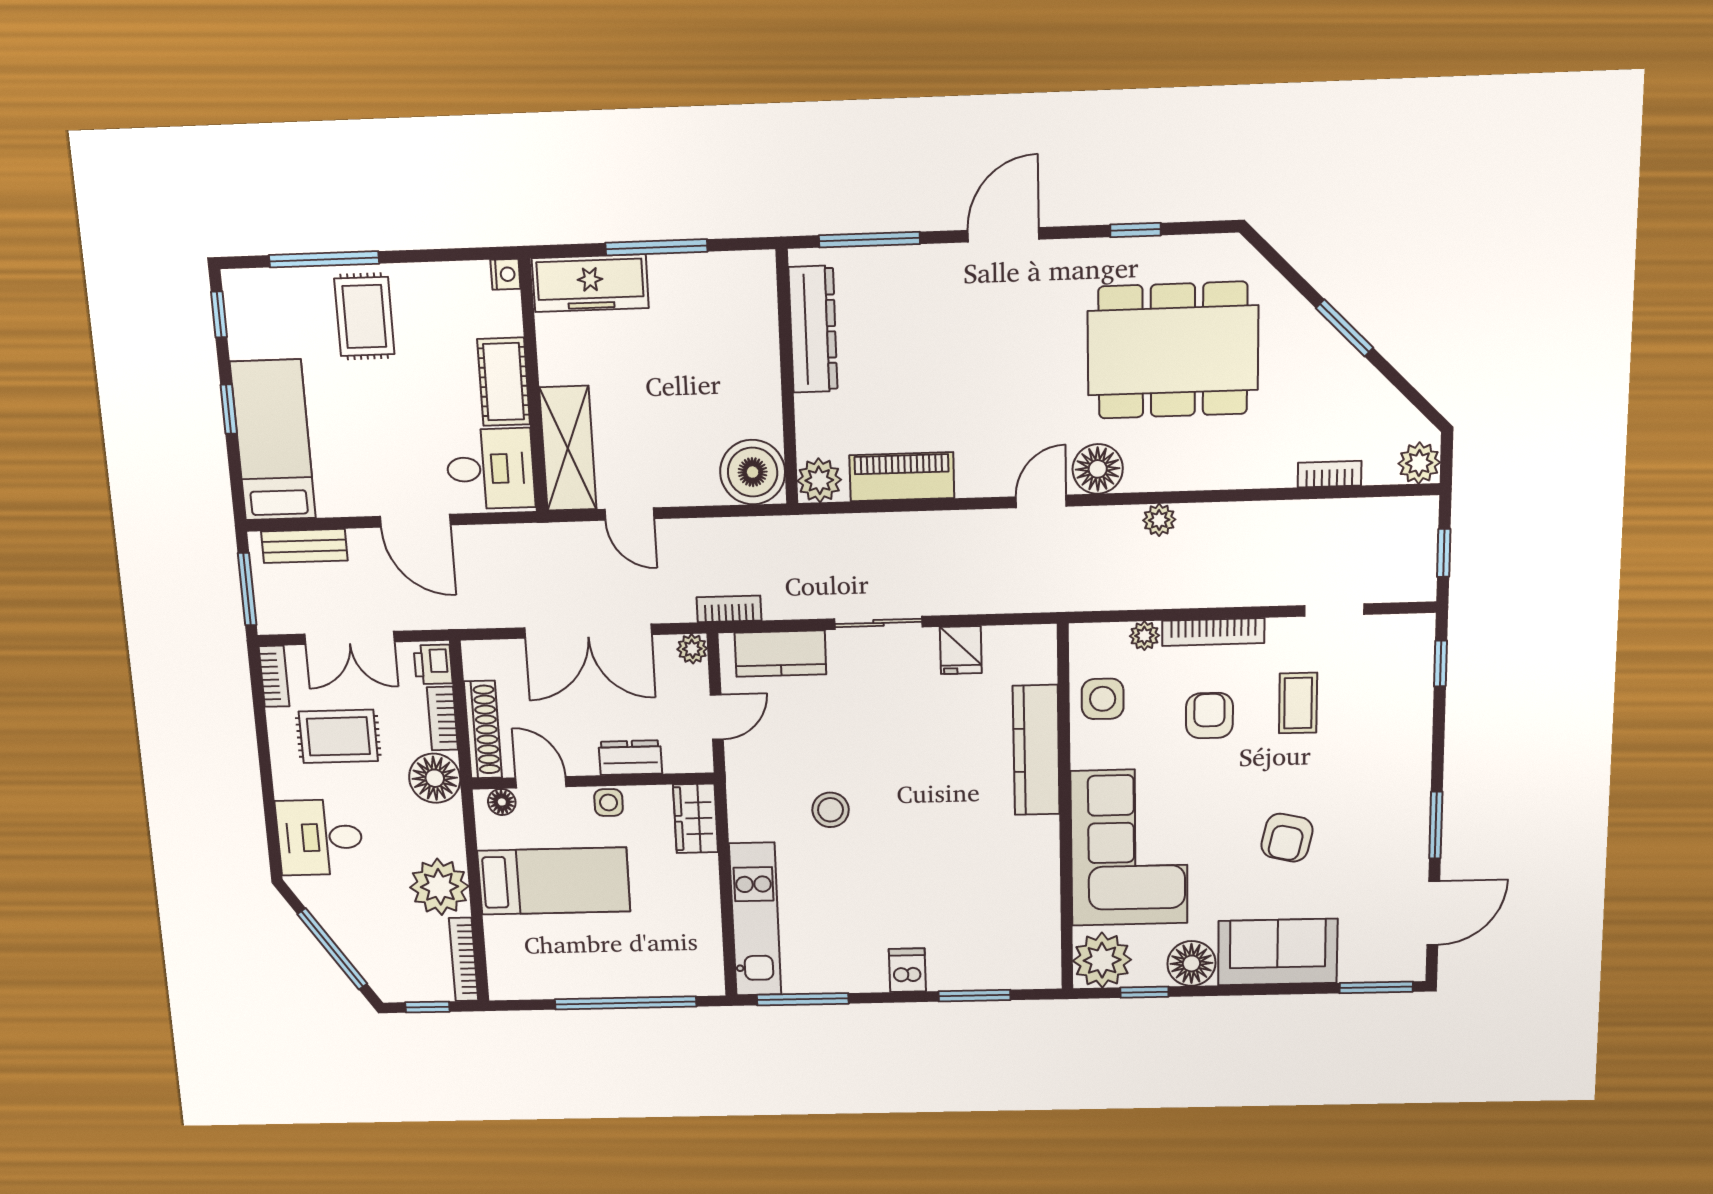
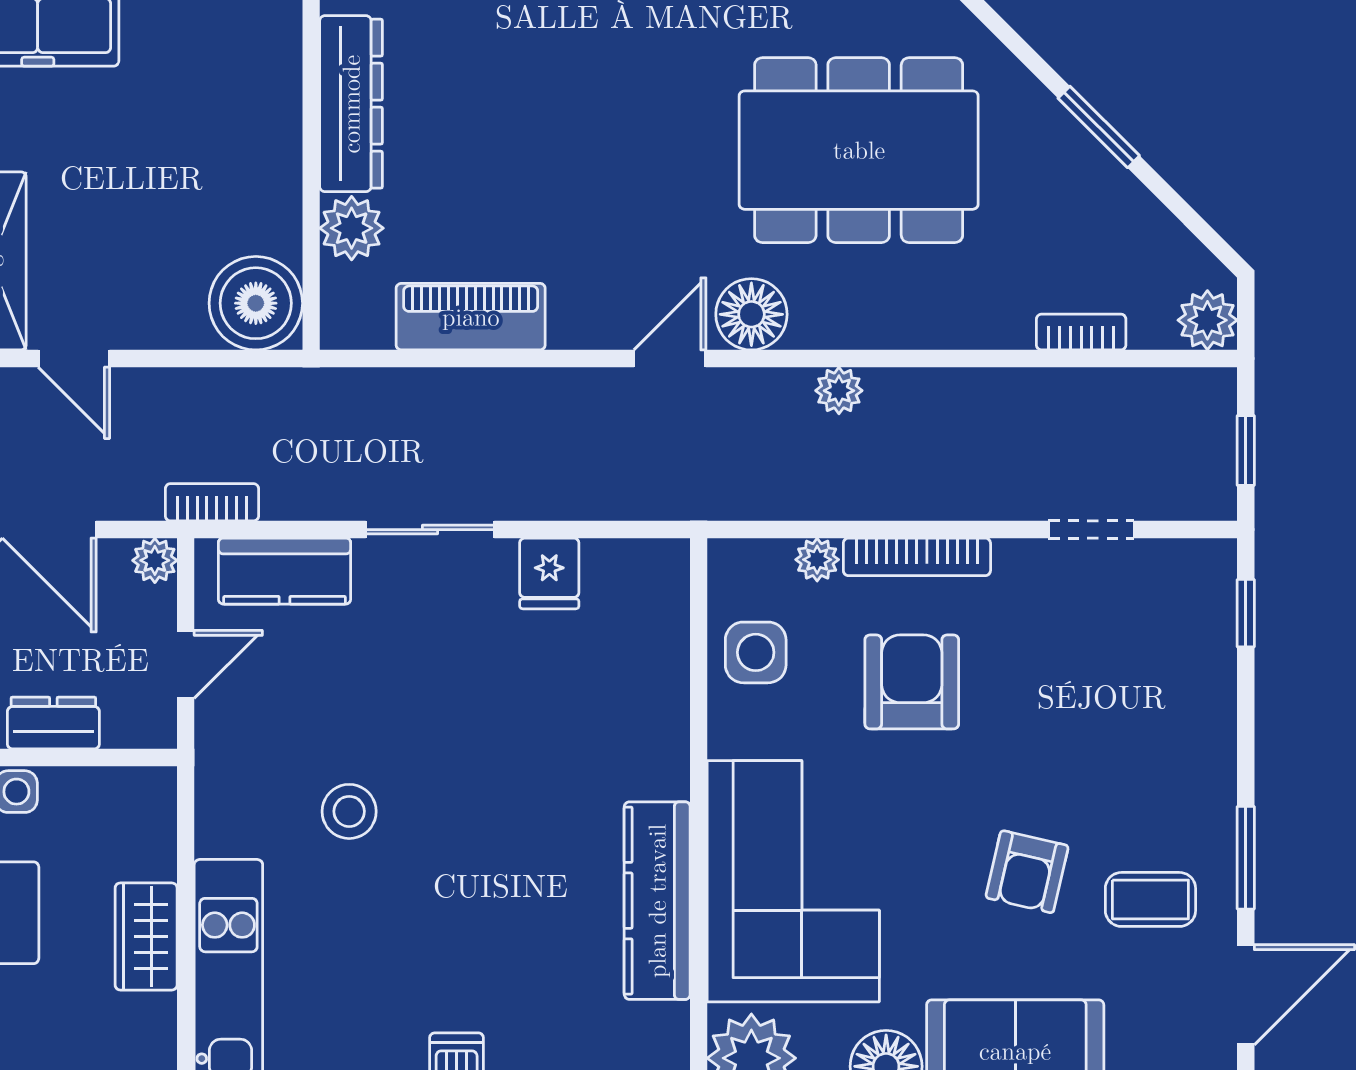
plant: (819, 480) -> (352, 228), moved
coffee table: (1298, 703) -> (1150, 899), moved, turned 90
armchair: (1209, 716) -> (912, 682), width x1.38, depth x1.38
kitchen counter: (1036, 750) -> (657, 901), moved
wardrobe: (696, 818) -> (146, 936), moved

